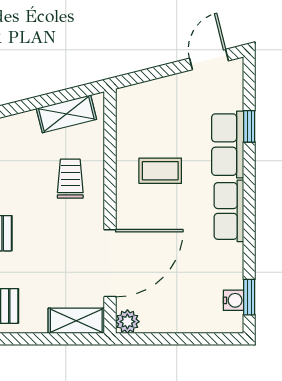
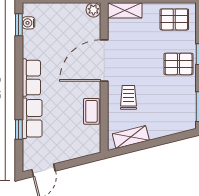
coffee table: (160, 171) -> (91, 111), moved, turned 90
trolley: (70, 179) -> (128, 97), turned 180
door: (110, 263) -> (104, 61), moved

